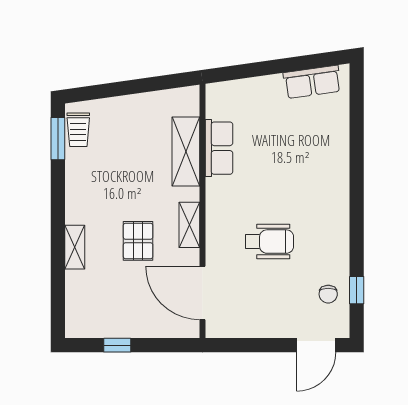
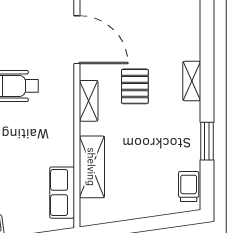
window: (58, 139) -> (207, 141), moved
row of seats: (219, 148) -> (62, 193), moved

